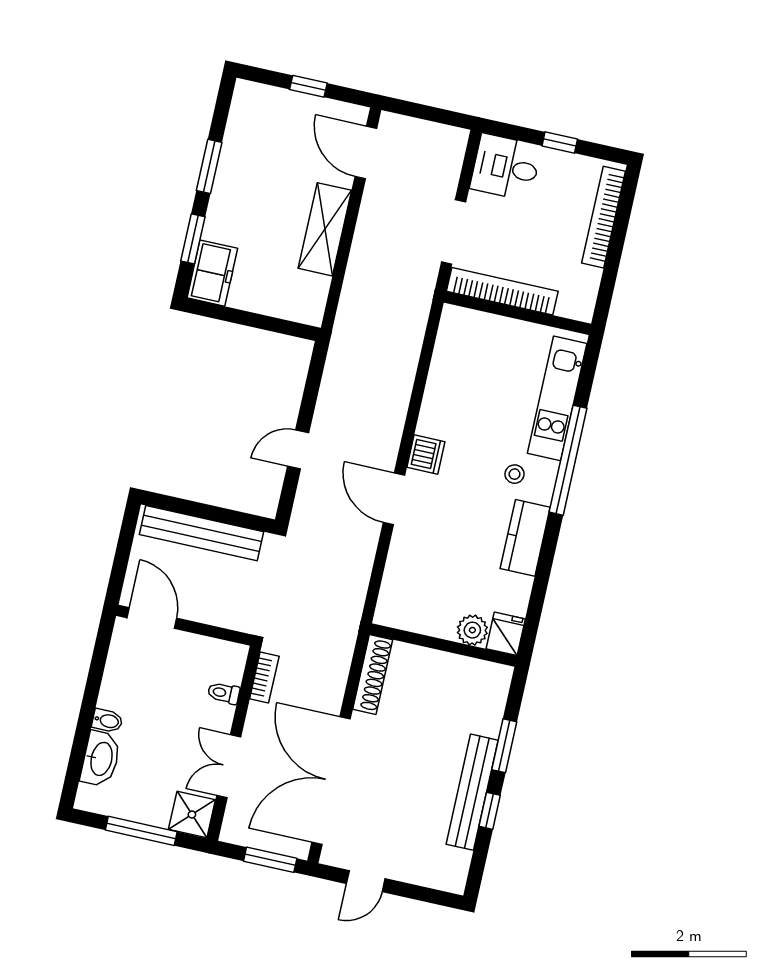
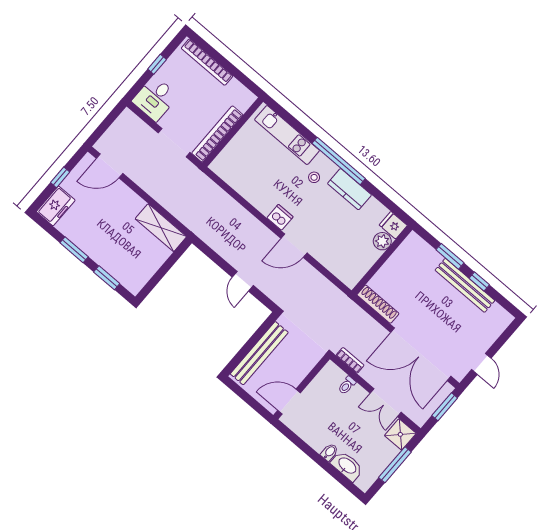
shelving: (325, 229) -> (161, 228), moved
freezer: (212, 273) -> (56, 206), moved, turned 90
window: (568, 460) -> (339, 161), moved

